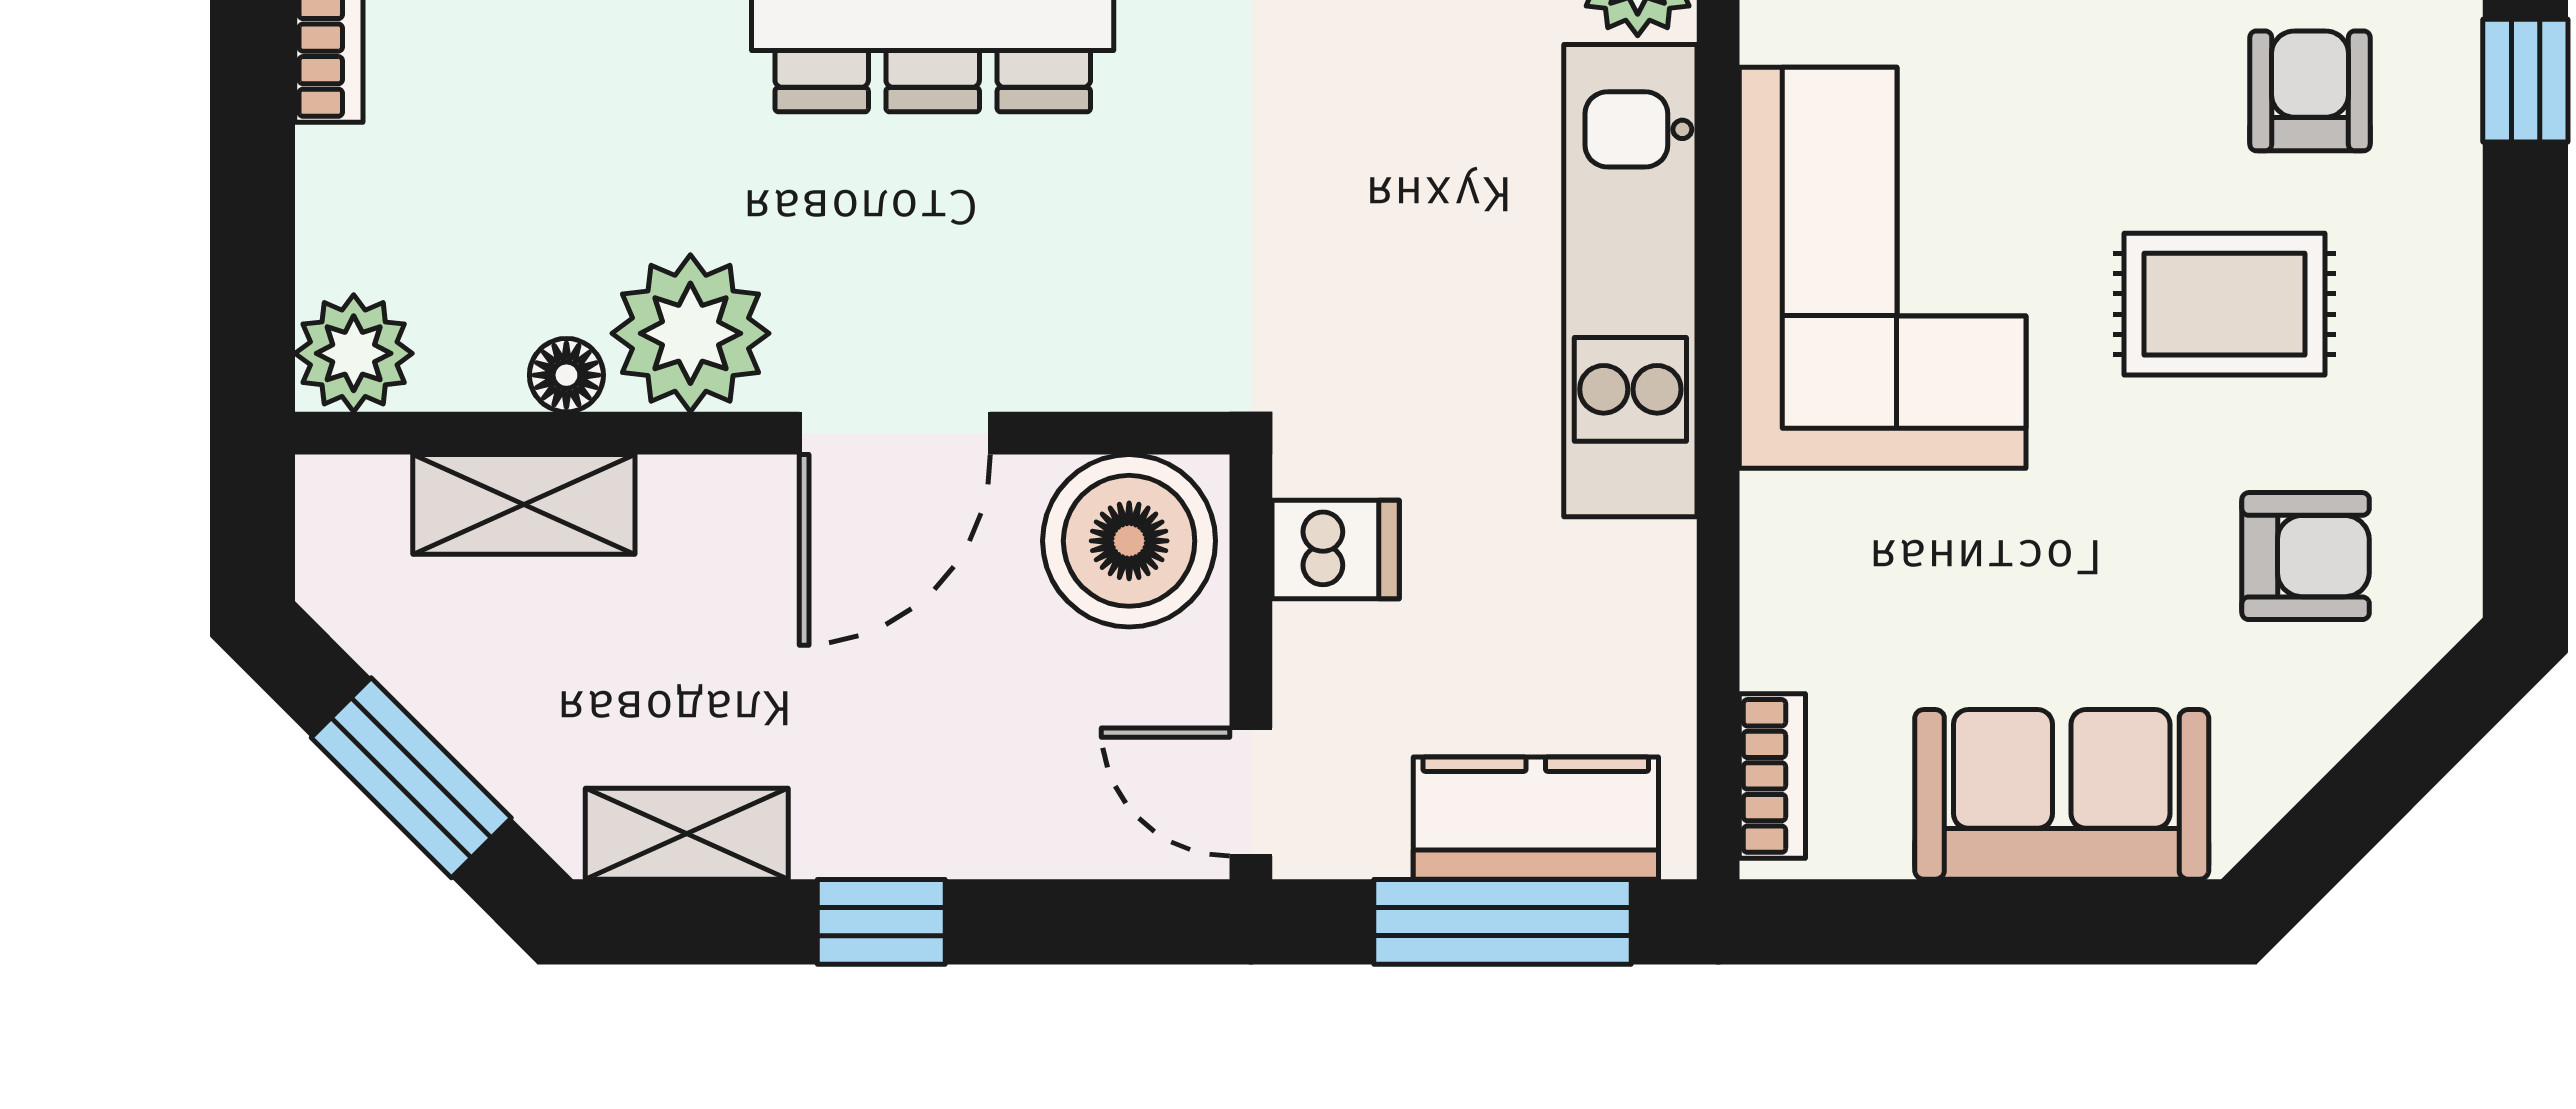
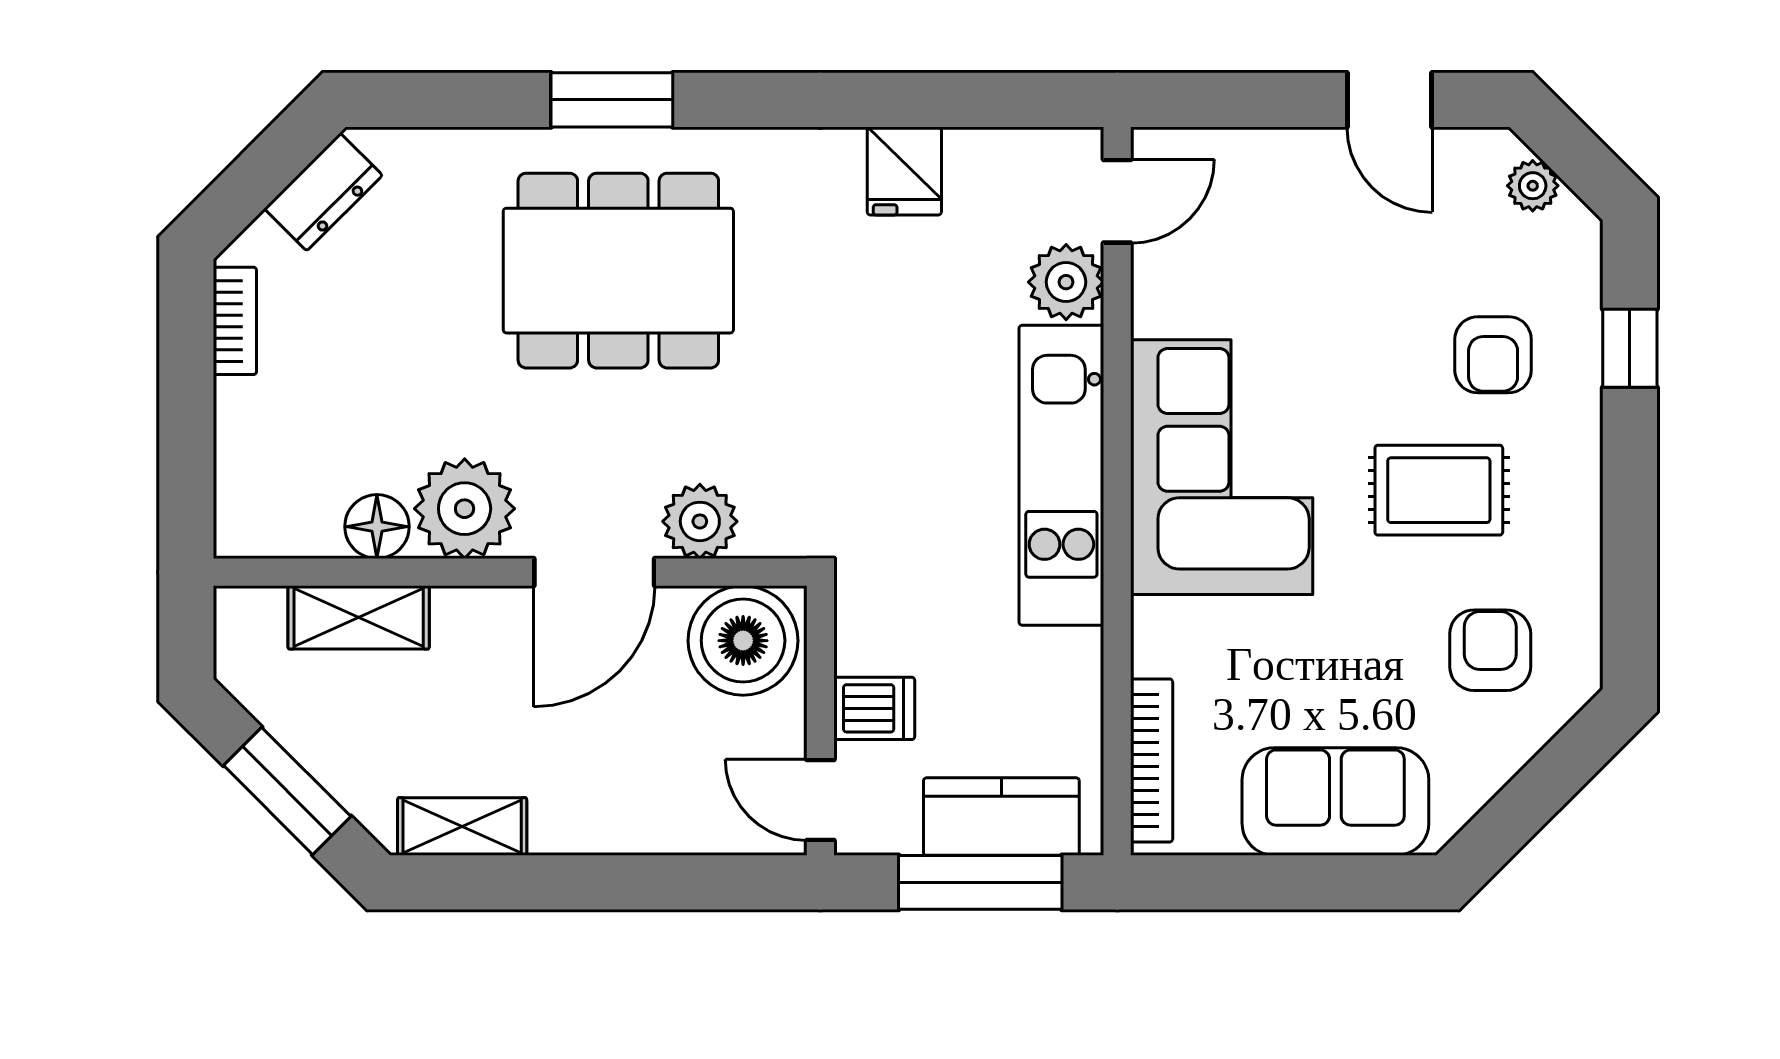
armchair: (2310, 91) -> (1493, 355), turned 180
plant: (354, 353) -> (700, 521), moved
floor lamp: (566, 375) -> (377, 527), width x1.37, depth x1.37
dishwasher: (1336, 549) -> (874, 708), moved
armchair: (2306, 556) -> (1490, 650), turned -90
bookcase: (1772, 776) -> (1152, 760), width x1.56
window: (881, 922) -> (586, 882), removed

